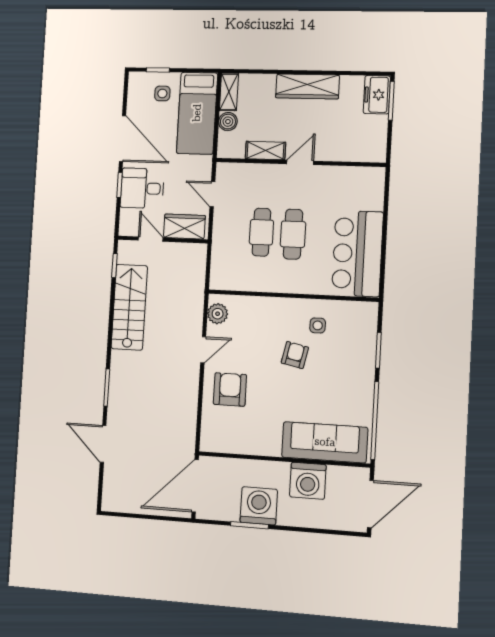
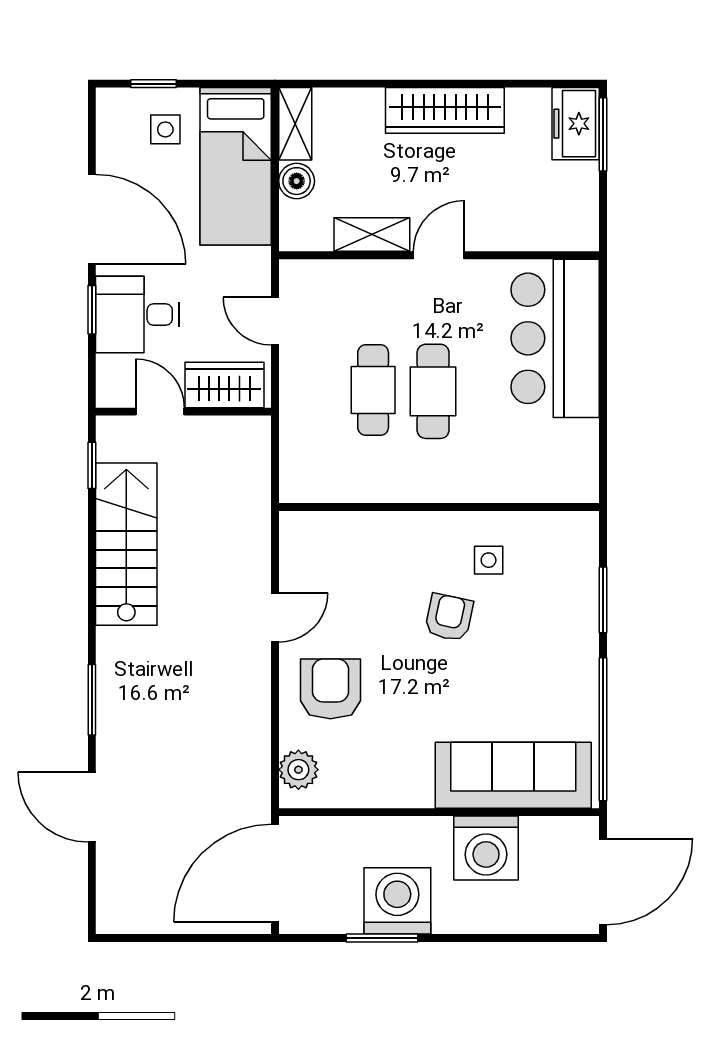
bar counter: (357, 253) -> (555, 338), moved
plant: (218, 314) -> (298, 770), moved

